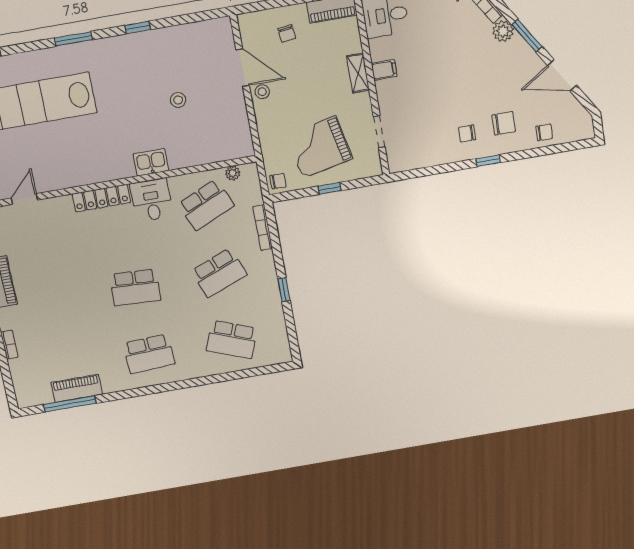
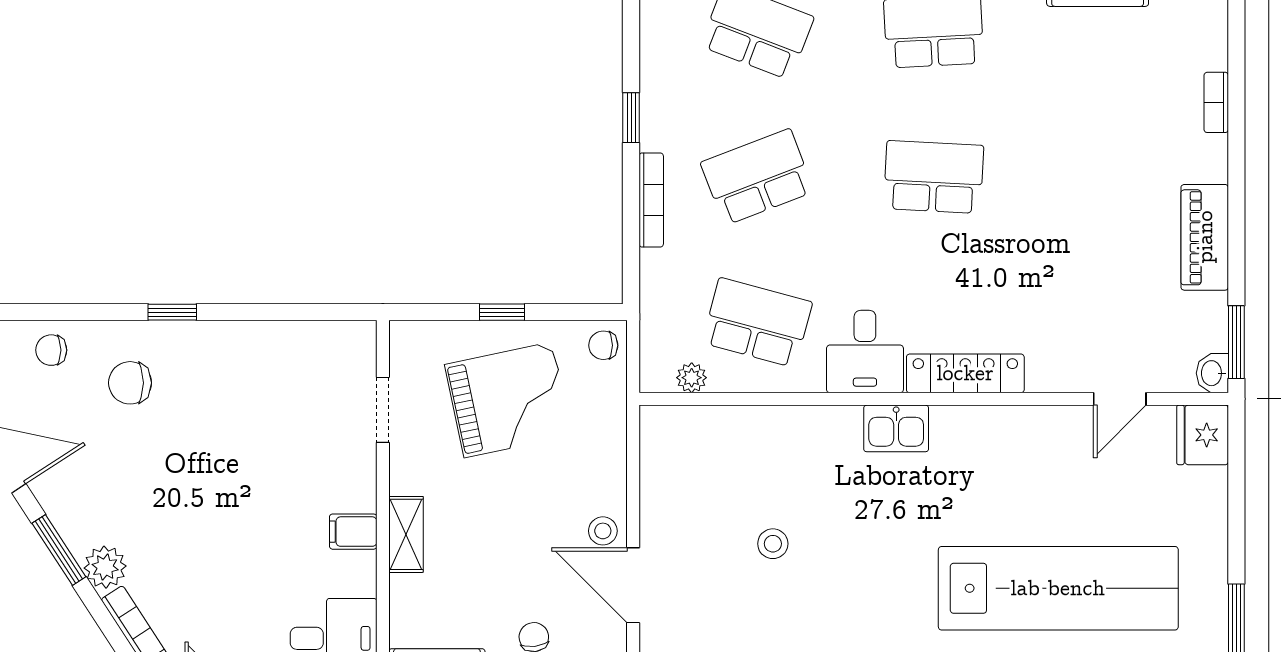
chair: (467, 133) -> (207, 375), removed
kitchen sink: (151, 162) -> (896, 428), moved
school desk: (206, 205) -> (757, 322), turned 39
bookcase: (263, 228) -> (651, 200), moved

